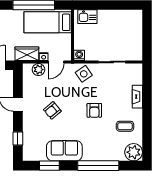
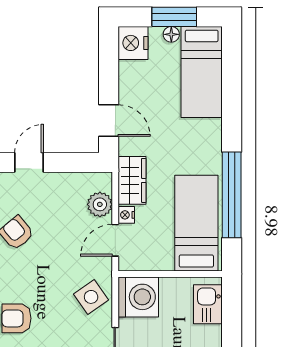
washing machine: (79, 55) -> (138, 297), width x1.89, depth x1.89
door: (56, 62) -> (115, 240), hinge flipped

